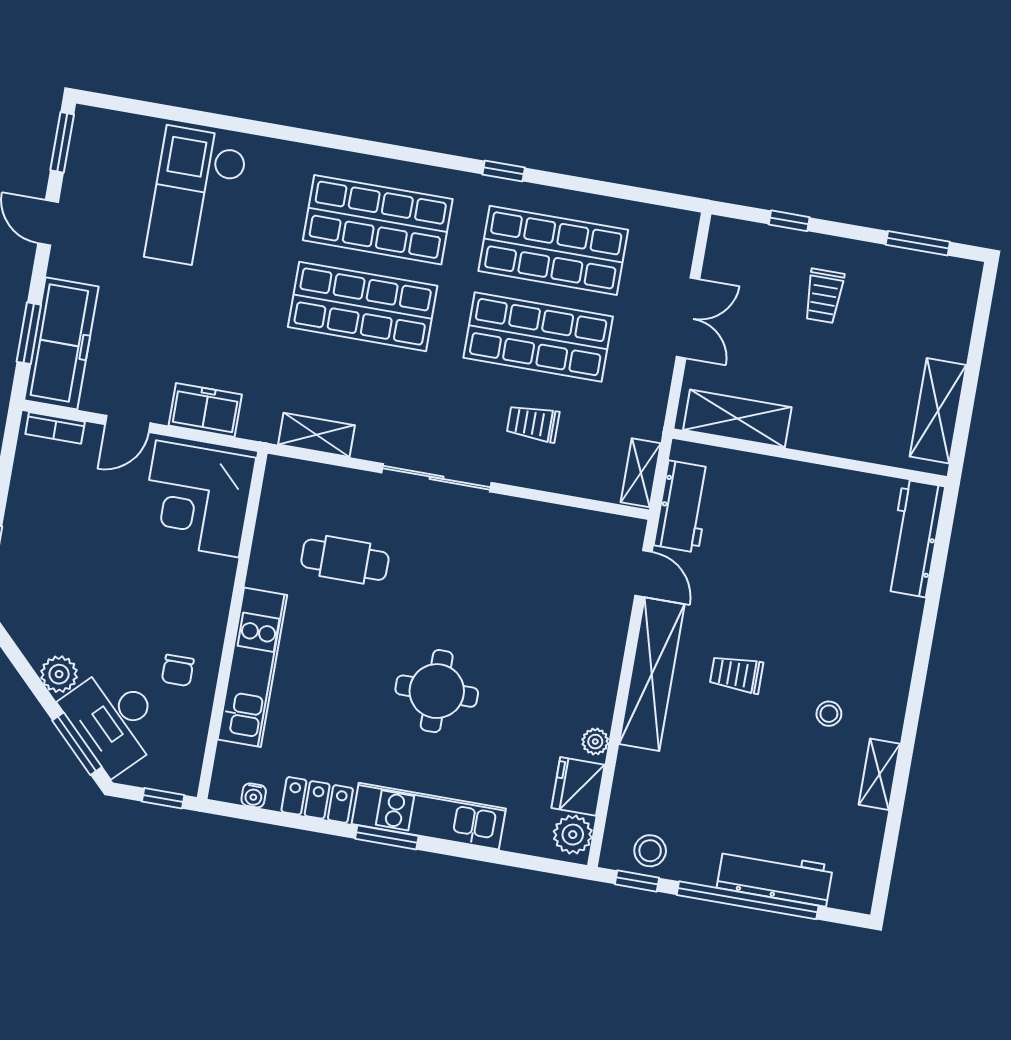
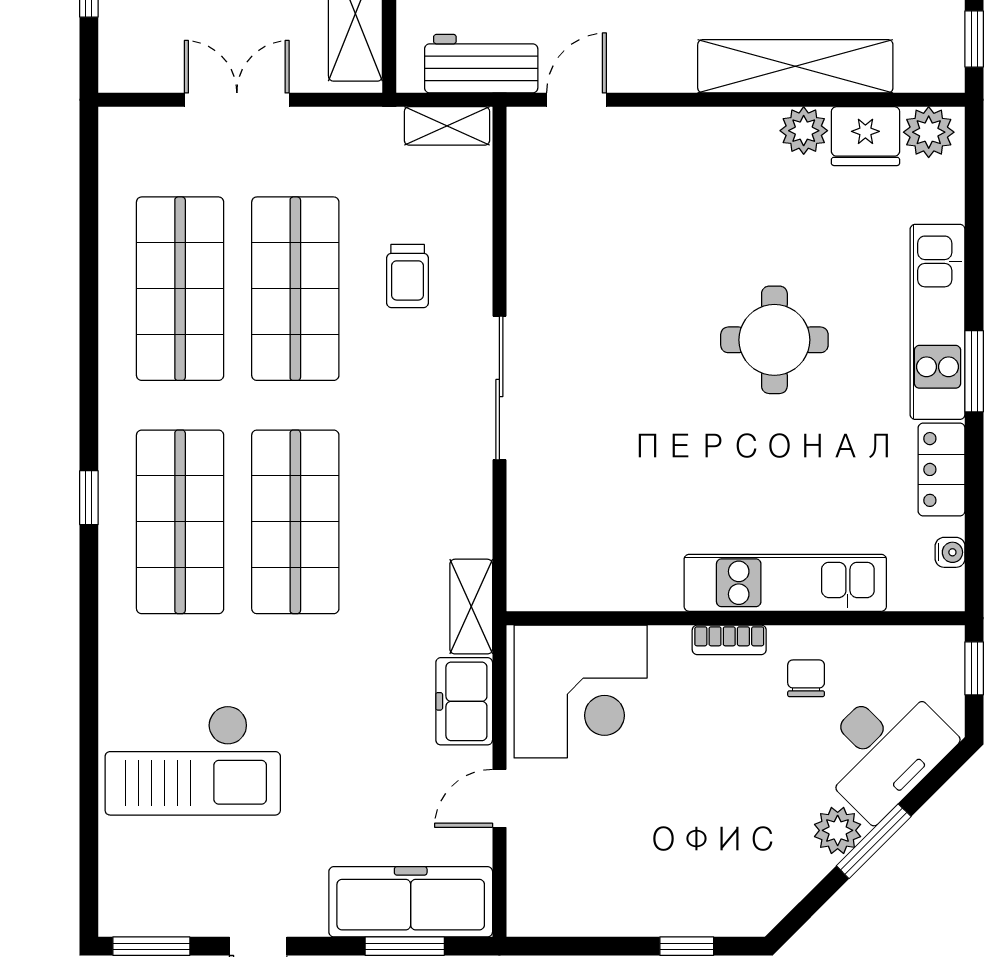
window: (504, 171) -> (89, 498), moved
door: (128, 424) -> (499, 798), swing flipped
bookcase: (55, 428) -> (729, 640), moved, turned 90
shelving: (316, 435) -> (471, 607), moved
cafe table: (345, 560) -> (626, 488), removed
chair: (178, 670) -> (806, 678), turned -90
shelving: (652, 674) -> (795, 66), moved
plant: (595, 742) -> (804, 131), width x1.38, depth x1.38
window: (77, 744) -> (874, 841), moved
stool: (650, 851) -> (932, 29), removed

